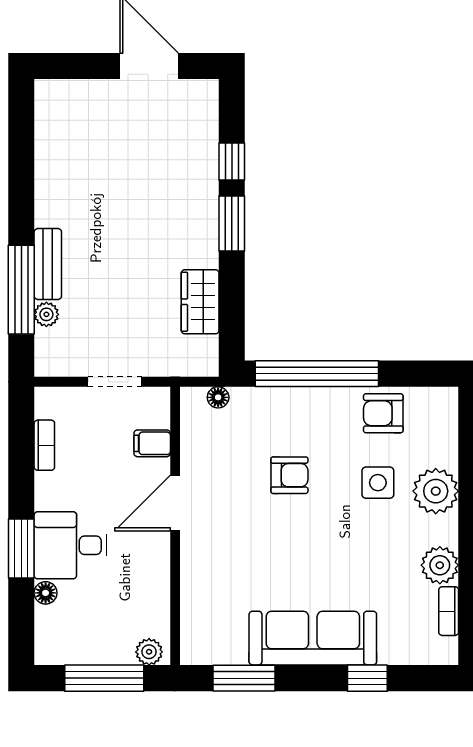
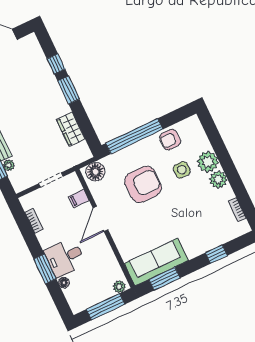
floor lamp: (218, 397) -> (95, 172), width x1.89, depth x1.89
armchair: (289, 475) -> (143, 184), width x1.88, depth x1.88
plant: (440, 565) -> (218, 180), moved
sofa: (313, 638) -> (156, 262), moved

